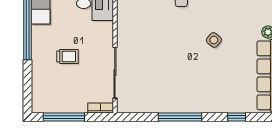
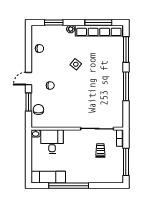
trolley: (67, 57) -> (100, 151), moved
window: (237, 117) -> (126, 49), width x2.17

